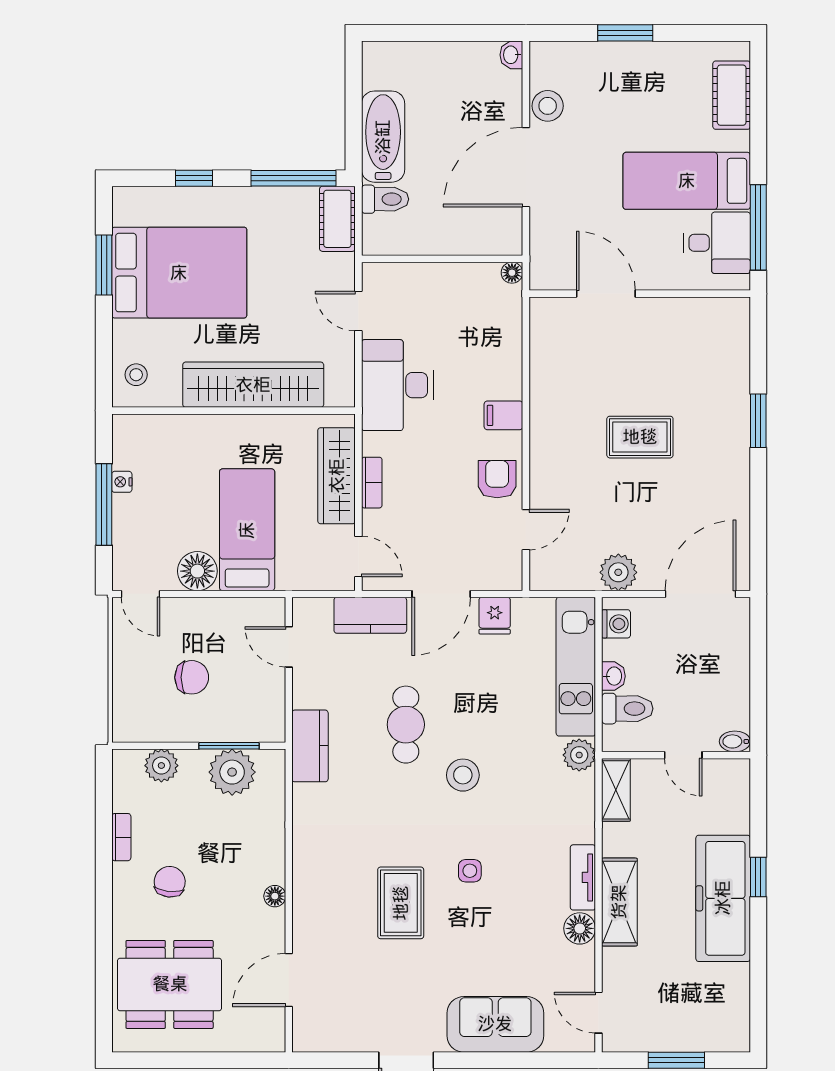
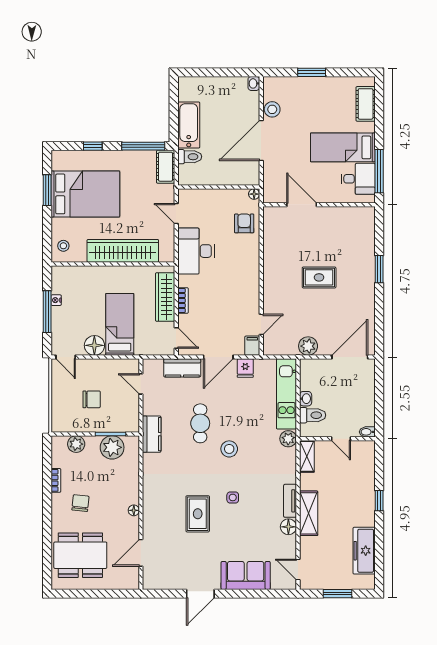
filing cabinet: (503, 415) -> (252, 346), moved, turned 90
armchair: (497, 479) -> (244, 223), moved
washing machine: (616, 624) -> (307, 372), removed
freezer: (723, 898) -> (364, 551), moved, width x0.73, depth x0.79

